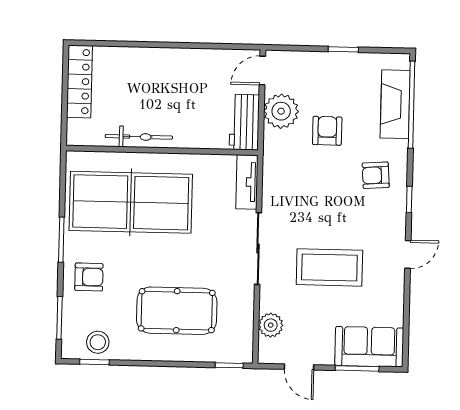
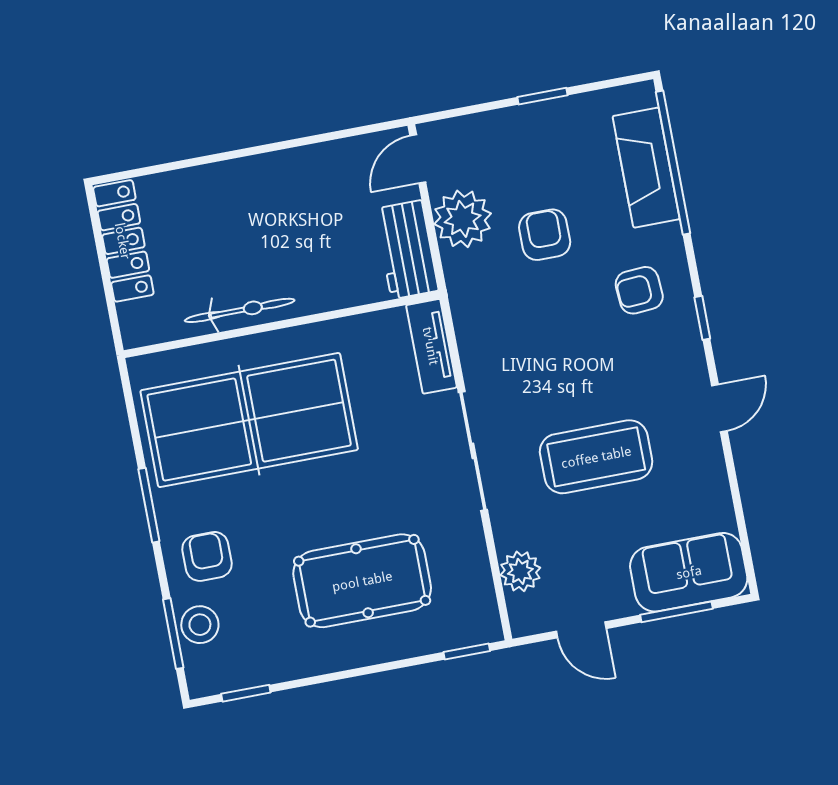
armchair: (89, 277) -> (207, 556), turned -90
stool: (98, 342) -> (200, 625), moved

